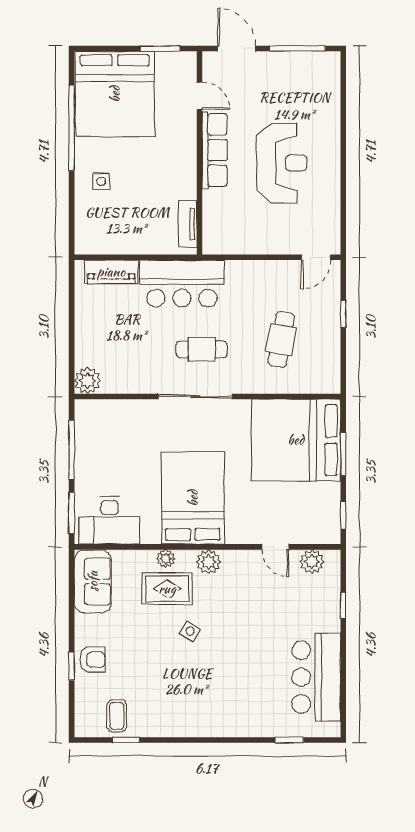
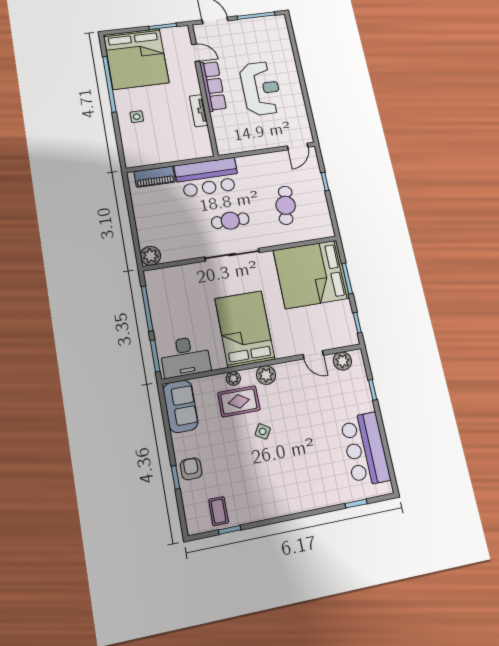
tv unit: (188, 224) -> (199, 111), moved
armchair: (92, 660) -> (191, 469), turned -90

